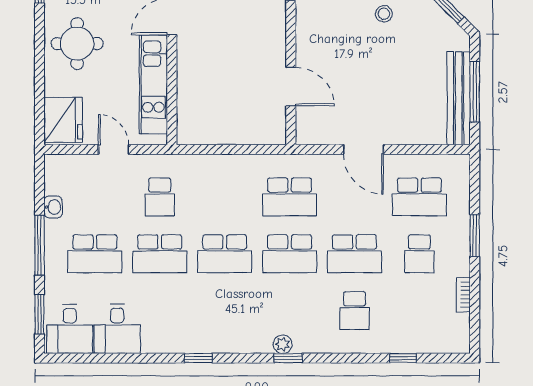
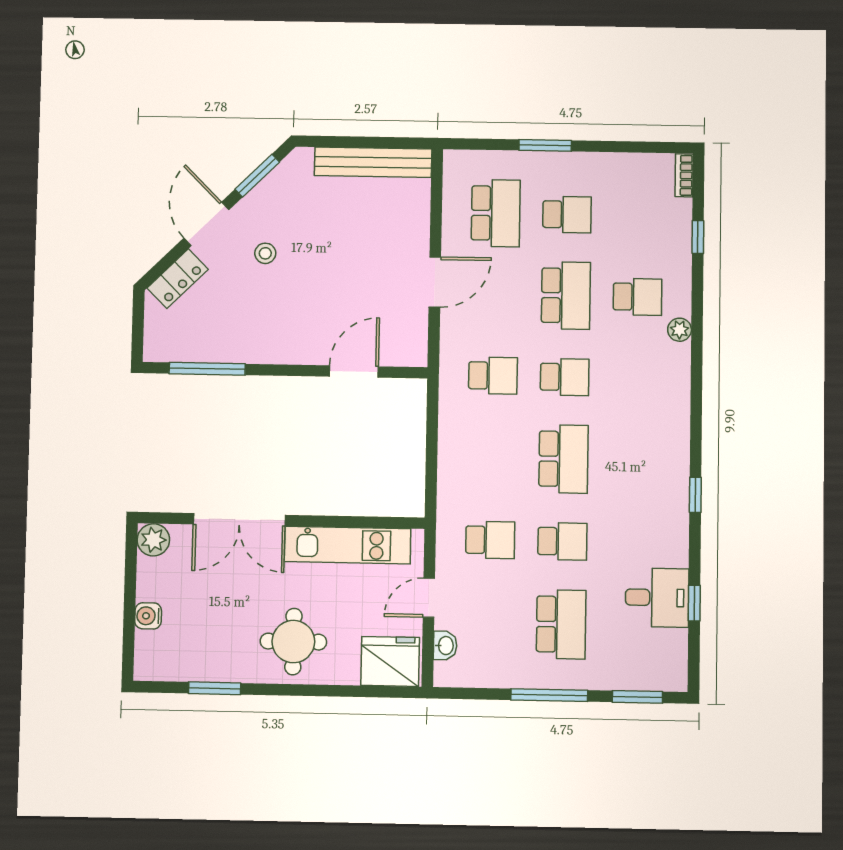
window: (475, 92) -> (365, 142), removed
school desk: (290, 197) -> (493, 376), width x0.54
washbasin: (53, 207) -> (445, 646), moved, turned 90
school desk: (160, 254) -> (562, 541), width x0.54
school desk: (290, 254) -> (565, 377), width x0.54
bookcase: (463, 295) -> (684, 175), moved, turned 90
desk: (70, 329) -> (657, 658), removed
plant: (283, 344) -> (680, 330), moved
window: (288, 358) -> (694, 603), moved

